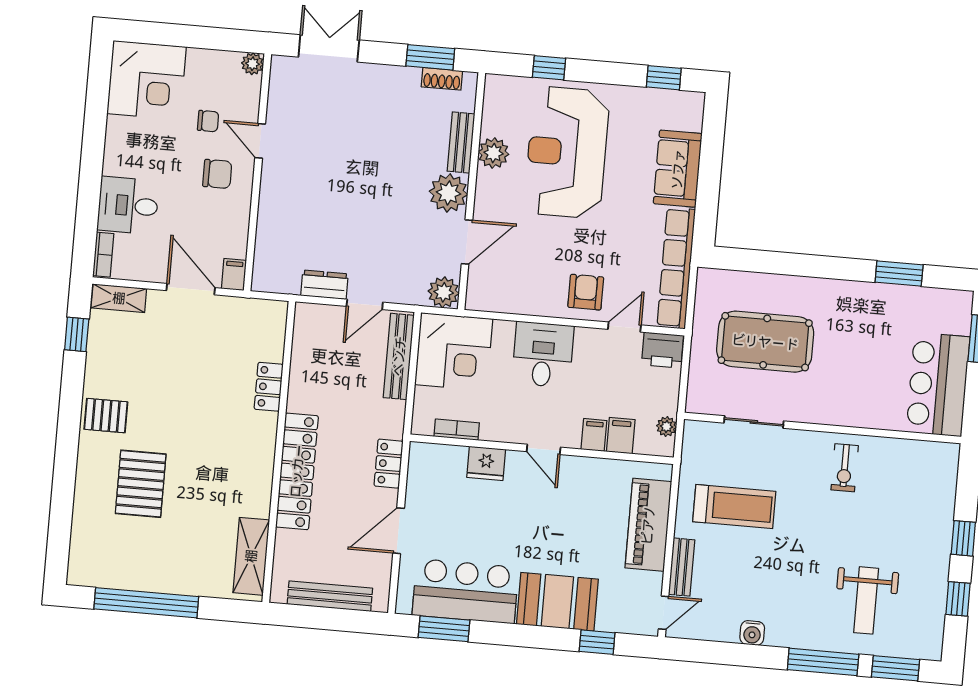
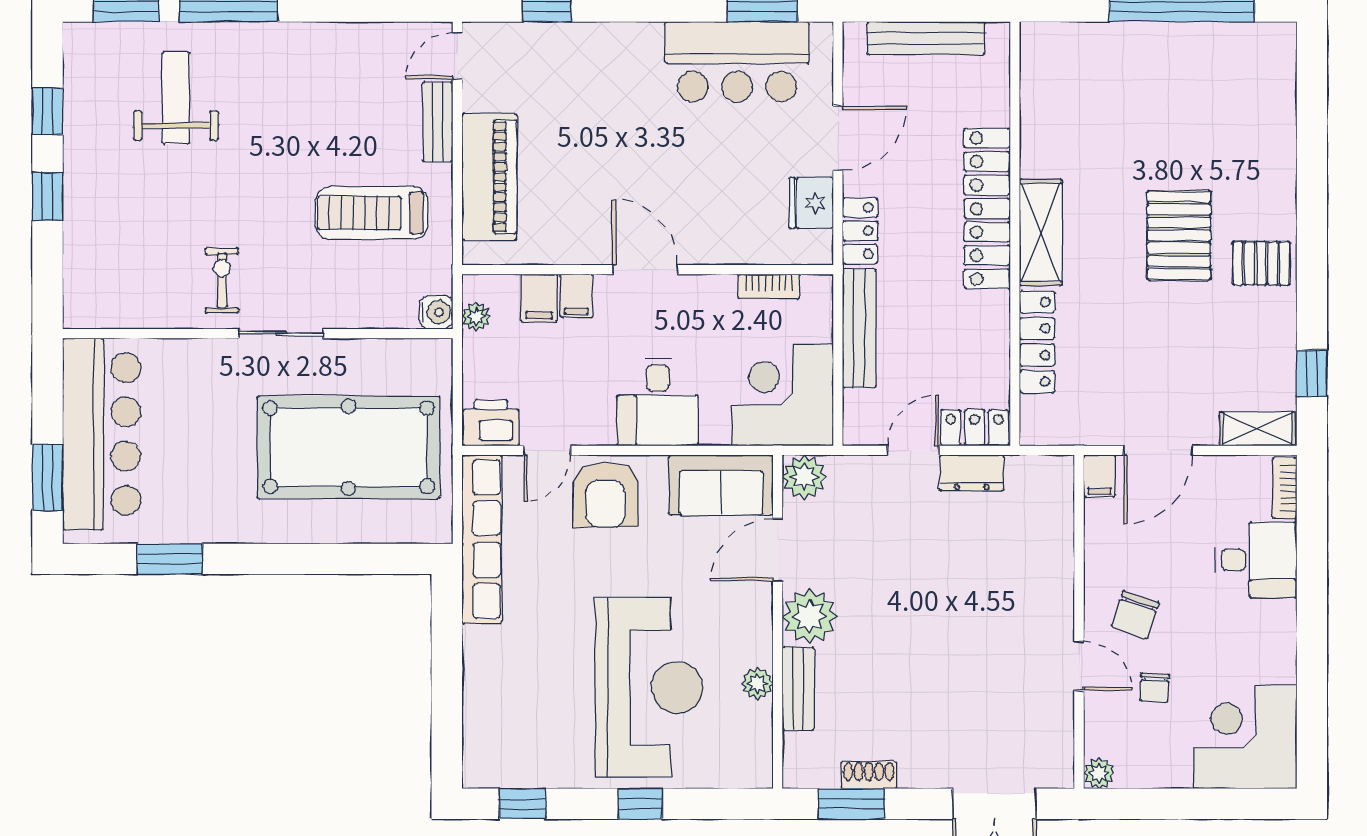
window: (549, 68) -> (640, 804), moved
shoe rack: (442, 79) -> (869, 775), moved
chair: (208, 121) -> (1154, 687), turned -87
plant: (494, 153) -> (757, 684), width x0.73, depth x0.73
sofa: (678, 169) -> (721, 485), moved, turned 90
chair: (217, 174) -> (1135, 615), turned -71
door: (191, 289) -> (1158, 450), hinge flipped
armchair: (586, 292) -> (605, 495), width x1.38, depth x1.38
locker: (320, 317) -> (975, 428), added
pool table: (765, 342) -> (349, 447), width x1.36, depth x1.32
bench: (399, 356) -> (859, 328), moved
bar counter: (938, 384) -> (102, 434), width x1.36
locker: (269, 387) -> (1037, 342), width x1.53
sliding door: (754, 422) -> (281, 334), moved
door: (544, 449) -> (645, 270), width x1.38
fridge: (486, 463) -> (811, 203), moved, turned -90
pallet: (141, 484) -> (1179, 235), moved
shelving: (251, 556) -> (1041, 232), moved
booth: (557, 602) -> (607, 58), removed
water cooler: (752, 633) -> (436, 312), moved, turned 90

